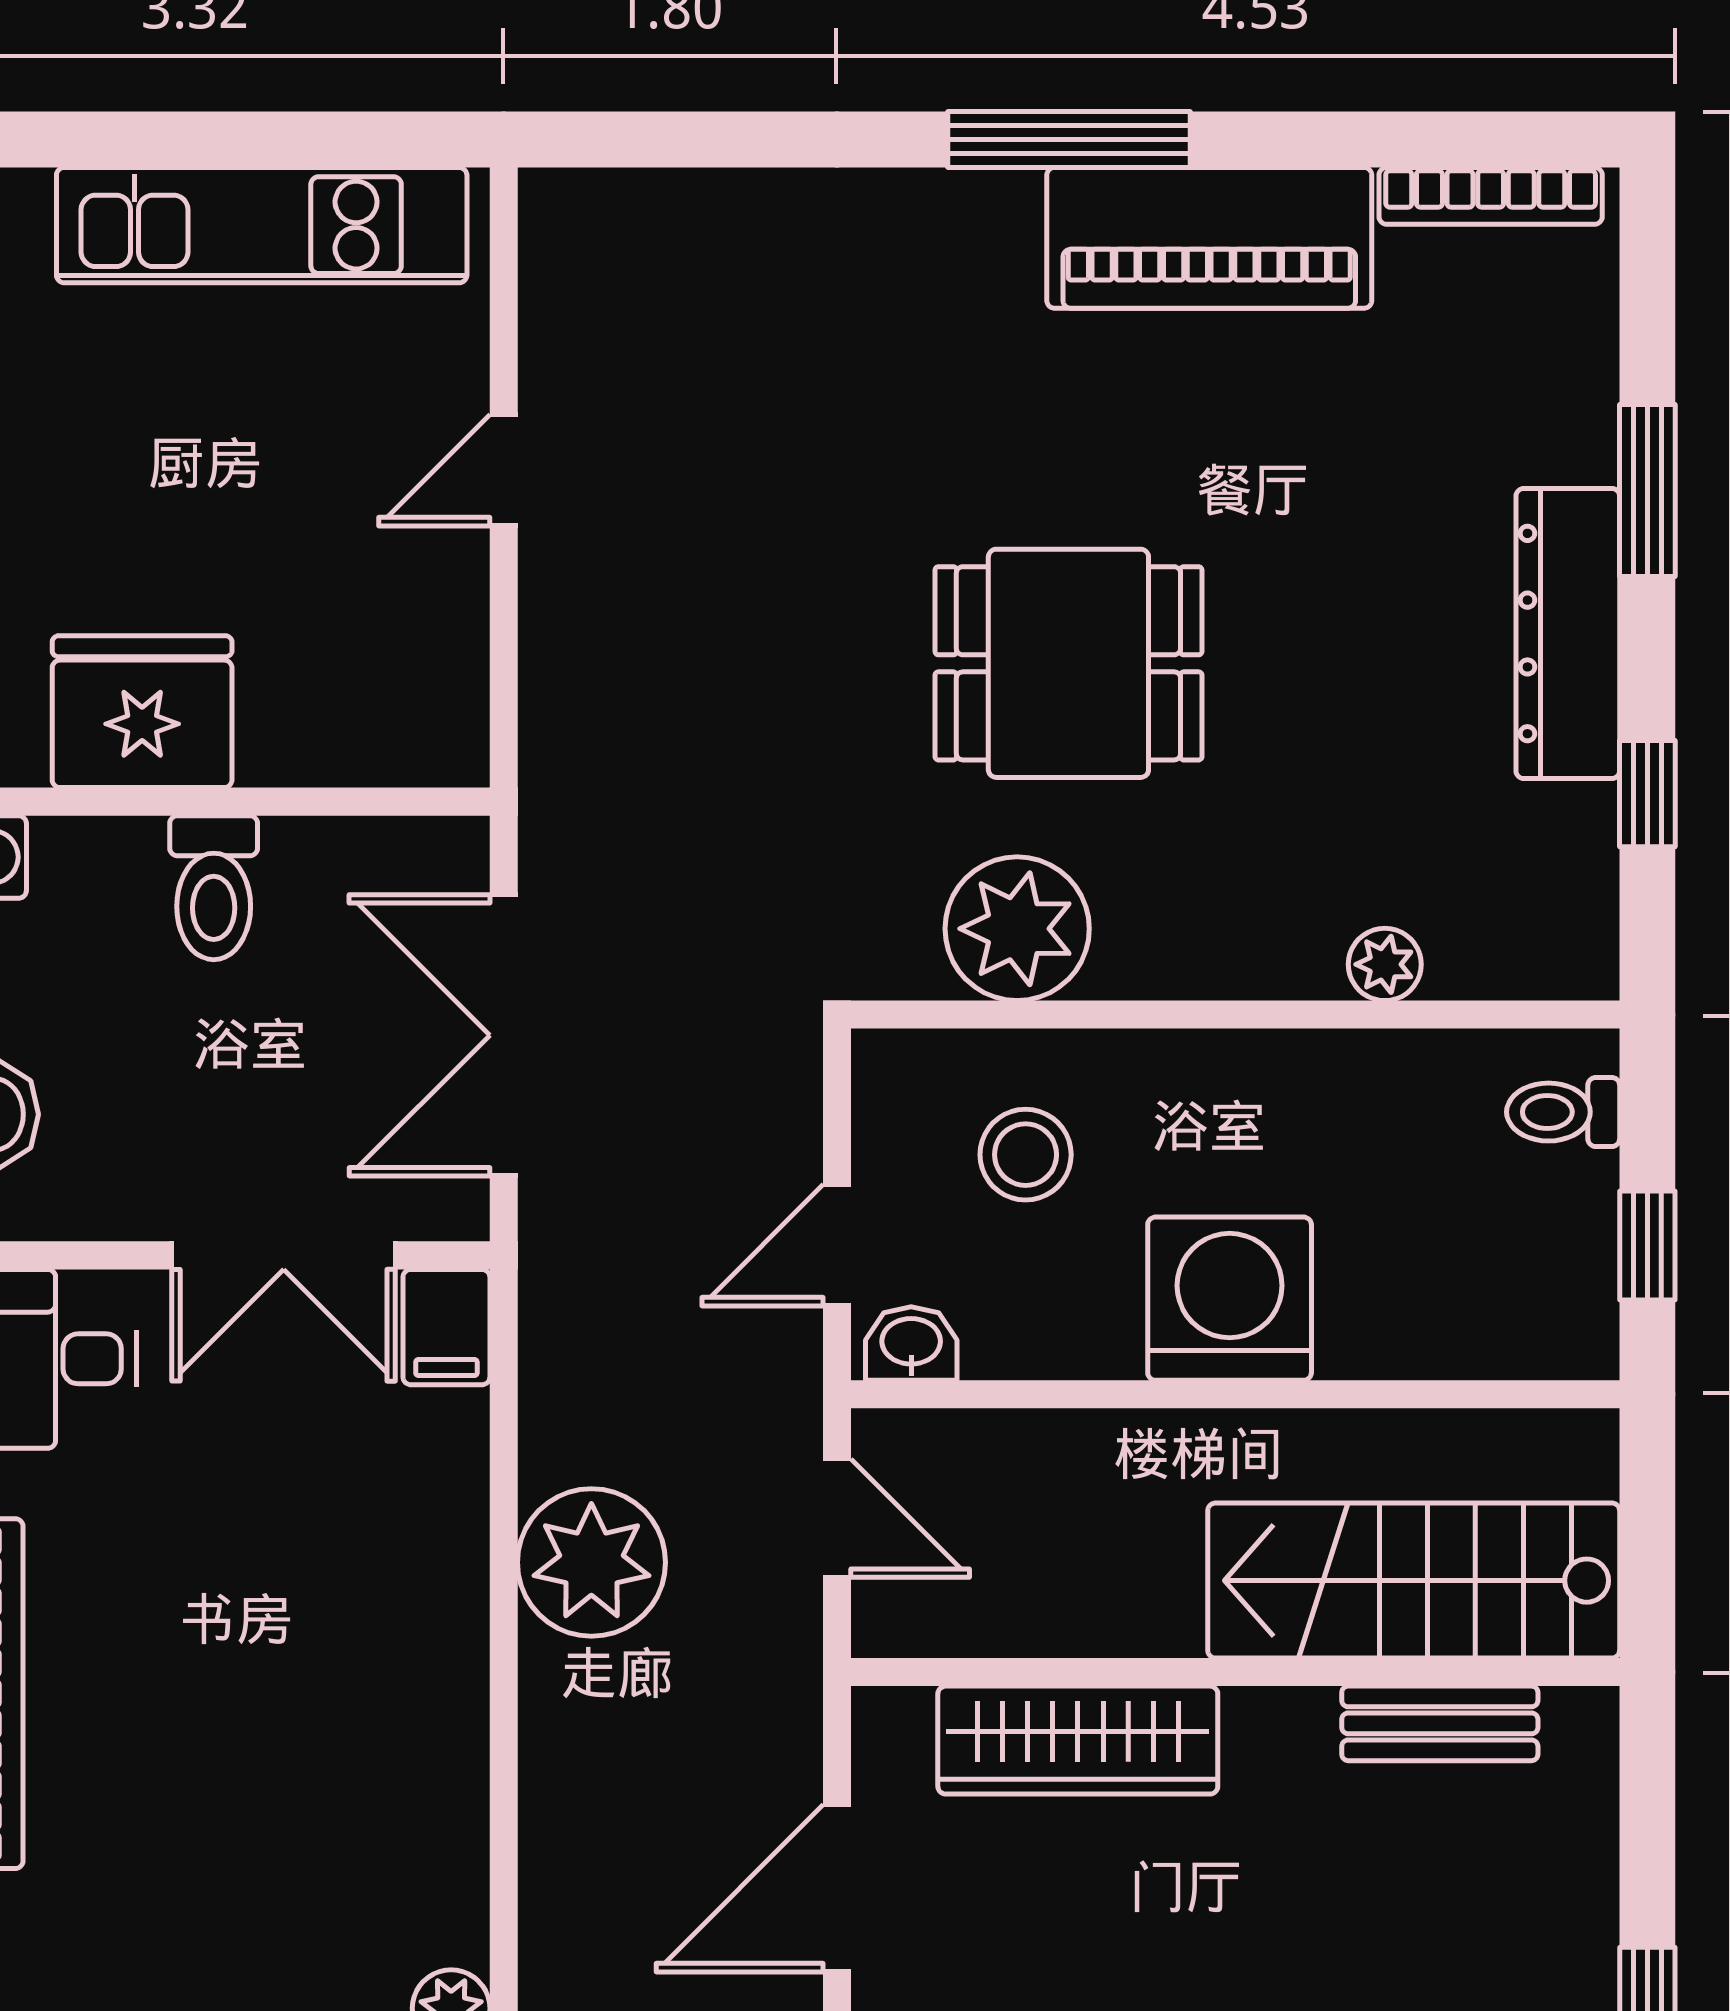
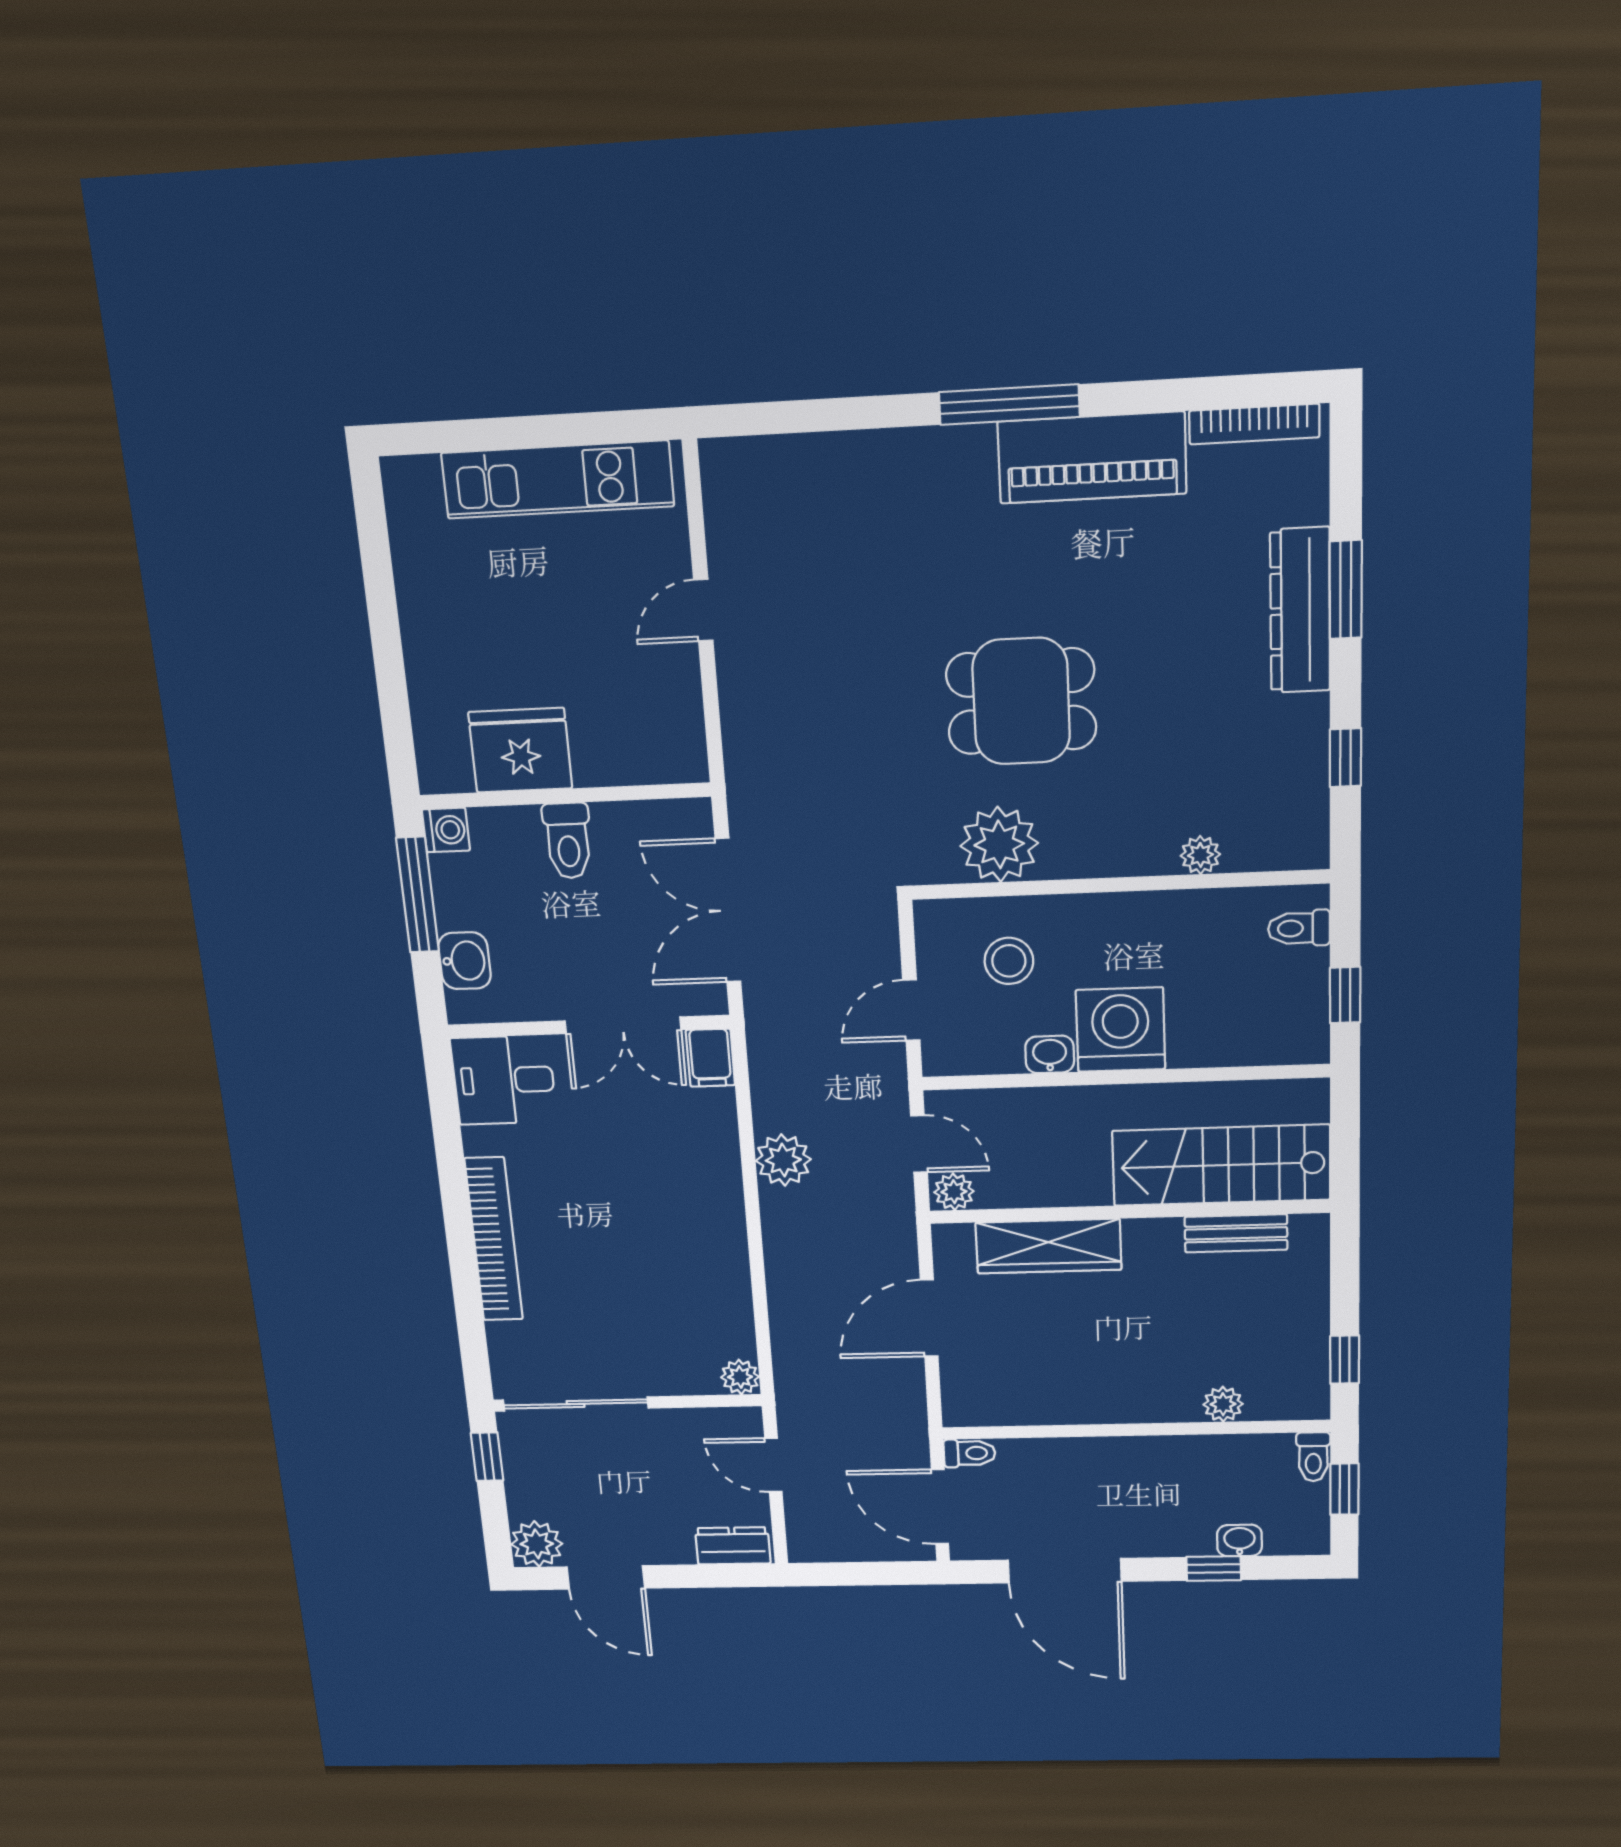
dresser: (1568, 634) -> (1300, 610), moved
washbasin: (911, 1344) -> (1050, 1054), moved
plant: (591, 1562) -> (783, 1160), width x0.73, depth x0.73
plant: (900, 1620) -> (954, 1192), added

